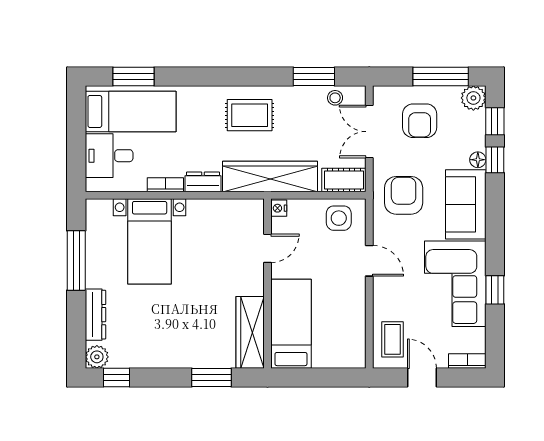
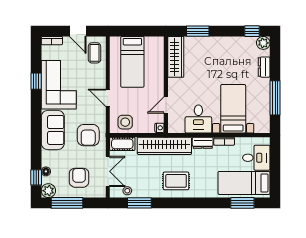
floor lamp: (478, 160) -> (46, 171), moved
window: (495, 160) -> (36, 155), removed
desk: (210, 224) -> (198, 119), added
dresser: (95, 315) -> (264, 67), width x0.70
bed: (291, 324) -> (132, 62), moved

